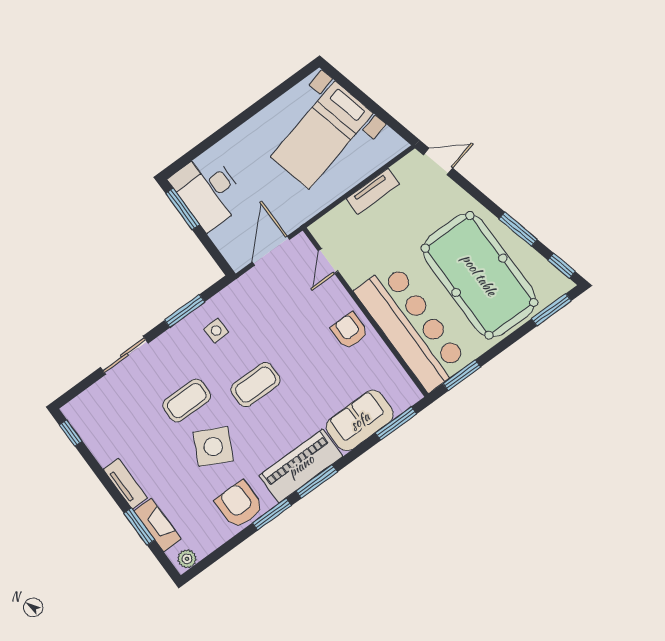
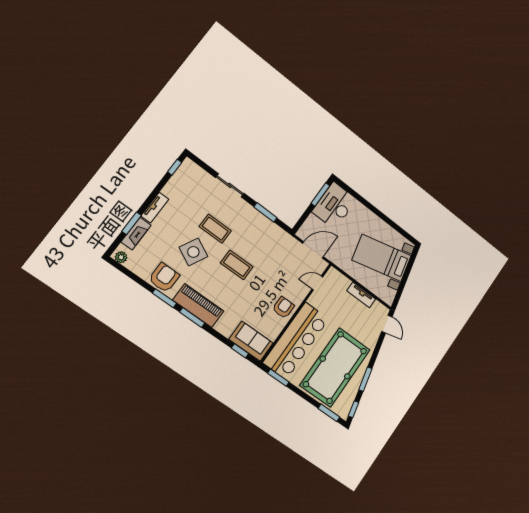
side table: (216, 331) -> (260, 233), removed
sofa: (360, 421) -> (251, 341), moved
window: (396, 423) -> (240, 351), width x0.67

